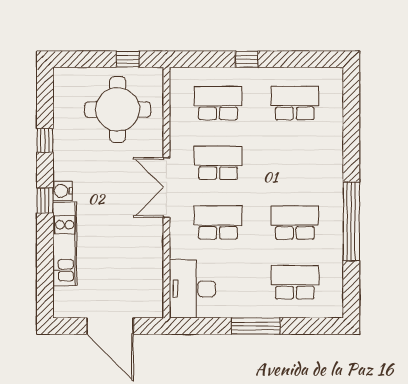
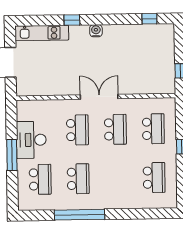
round table: (118, 109) -> (148, 65), removed
window: (45, 140) -> (149, 19), moved
window: (45, 200) -> (72, 20), moved
kitchen unit: (65, 244) -> (42, 33), moved
desk: (192, 289) -> (31, 140), moved, turned -90

